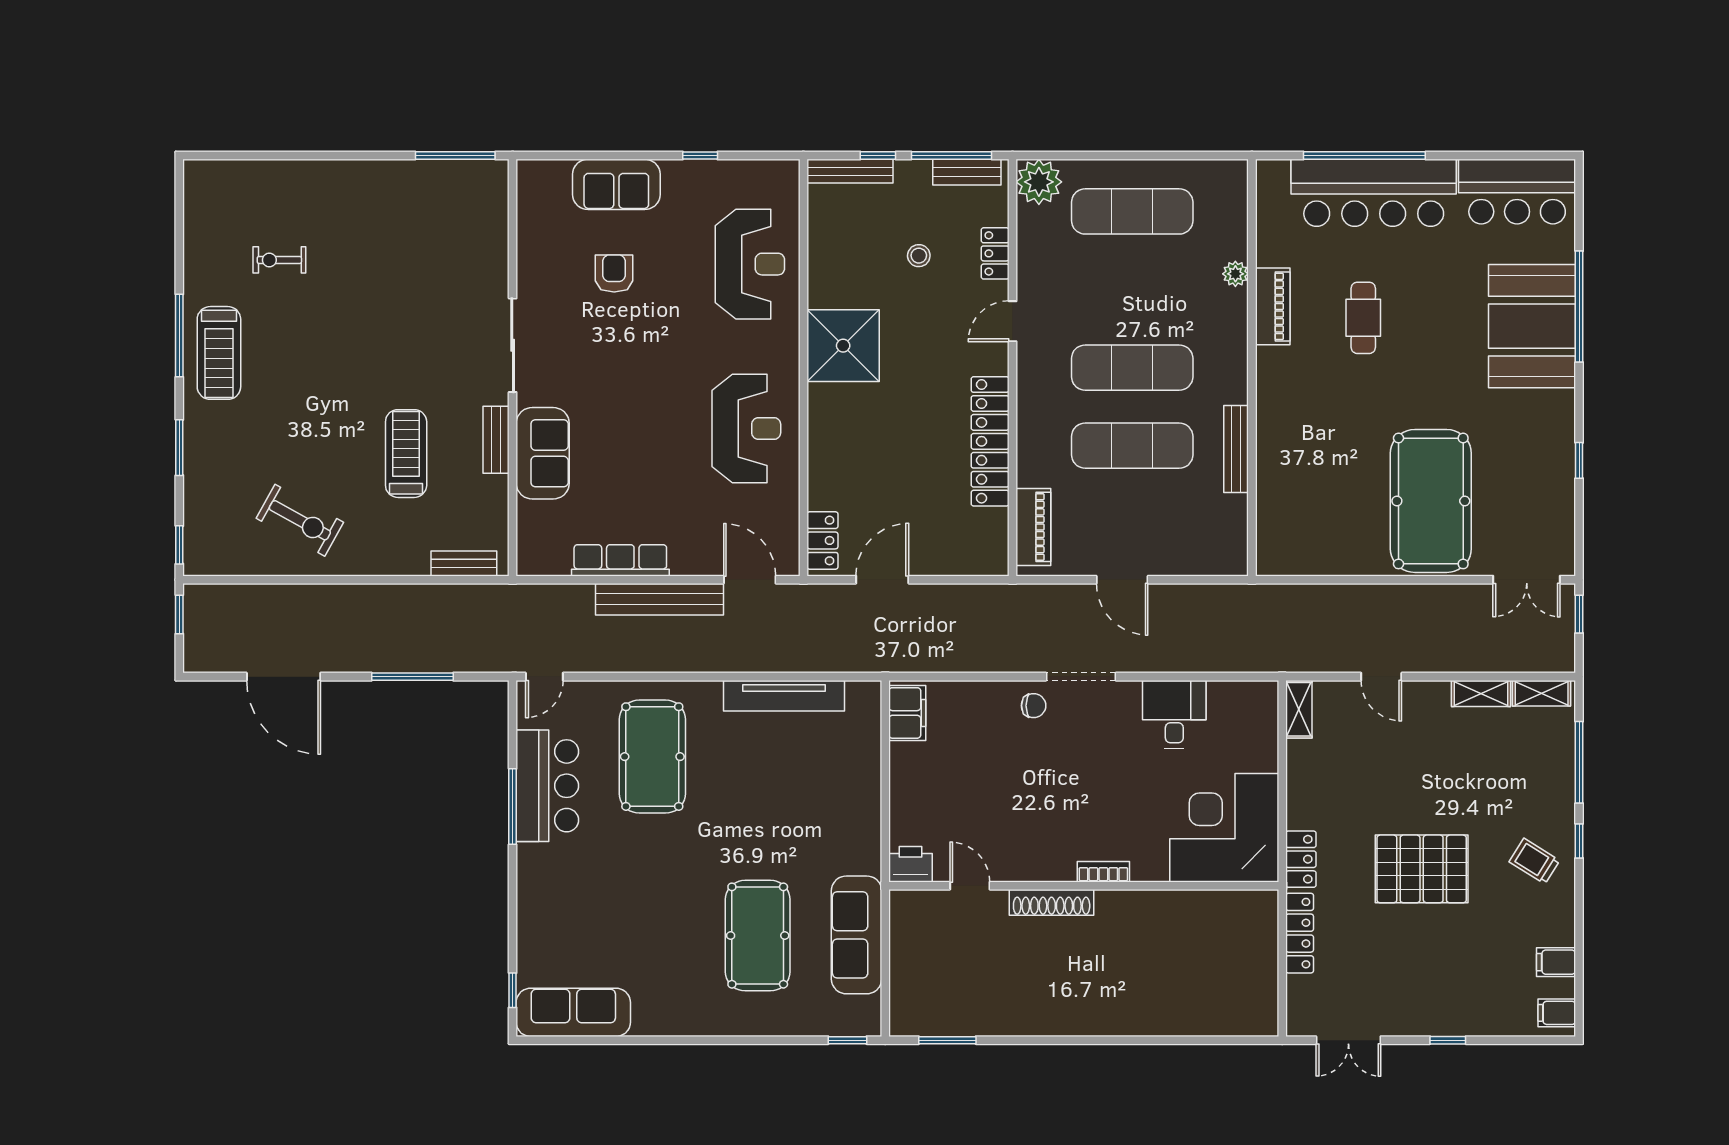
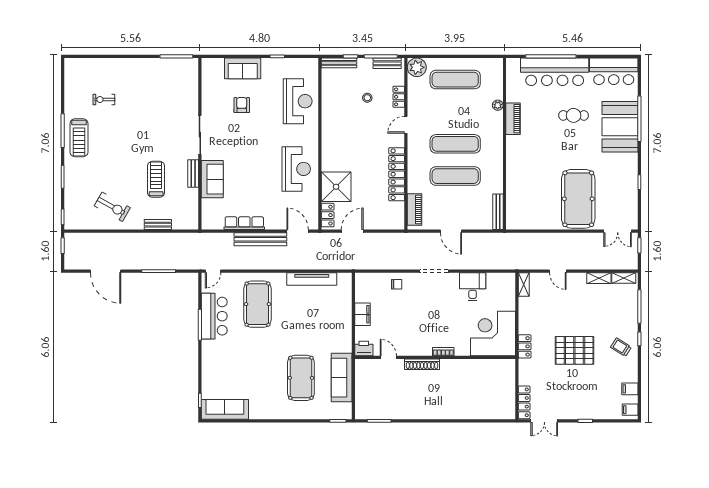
cafe table: (1363, 318) -> (574, 115), moved, turned 90
shower: (843, 346) -> (336, 187), moved
bench: (1236, 449) -> (498, 212), moved
bench: (464, 564) -> (158, 225), moved
chair: (1034, 706) -> (397, 284), moved
filing cabinet: (907, 713) -> (363, 314), moved
locker: (1300, 933) -> (524, 402), moved

